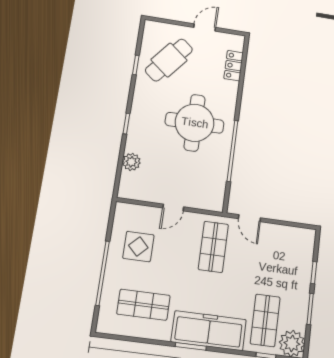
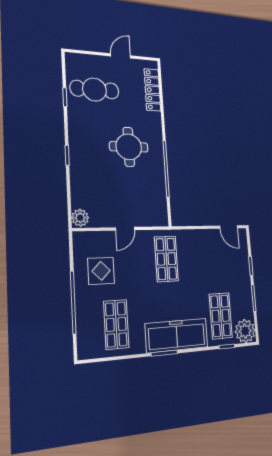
cafe table: (169, 60) -> (95, 90), turned 51
locker: (234, 66) -> (152, 90), width x1.53
round table: (195, 123) -> (129, 147), width x0.73, depth x0.73
plant: (131, 162) -> (80, 218), moved
door: (249, 218) -> (229, 227), moved
shop shelf: (144, 305) -> (116, 324), turned 90

